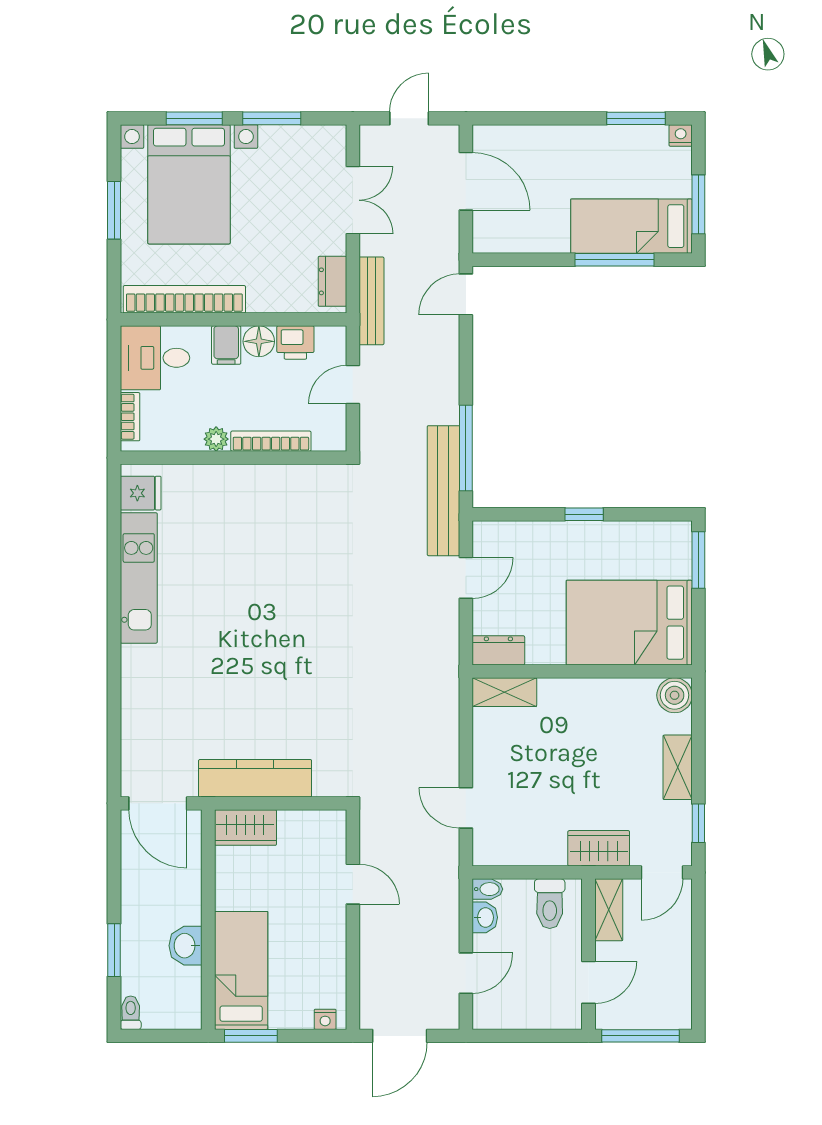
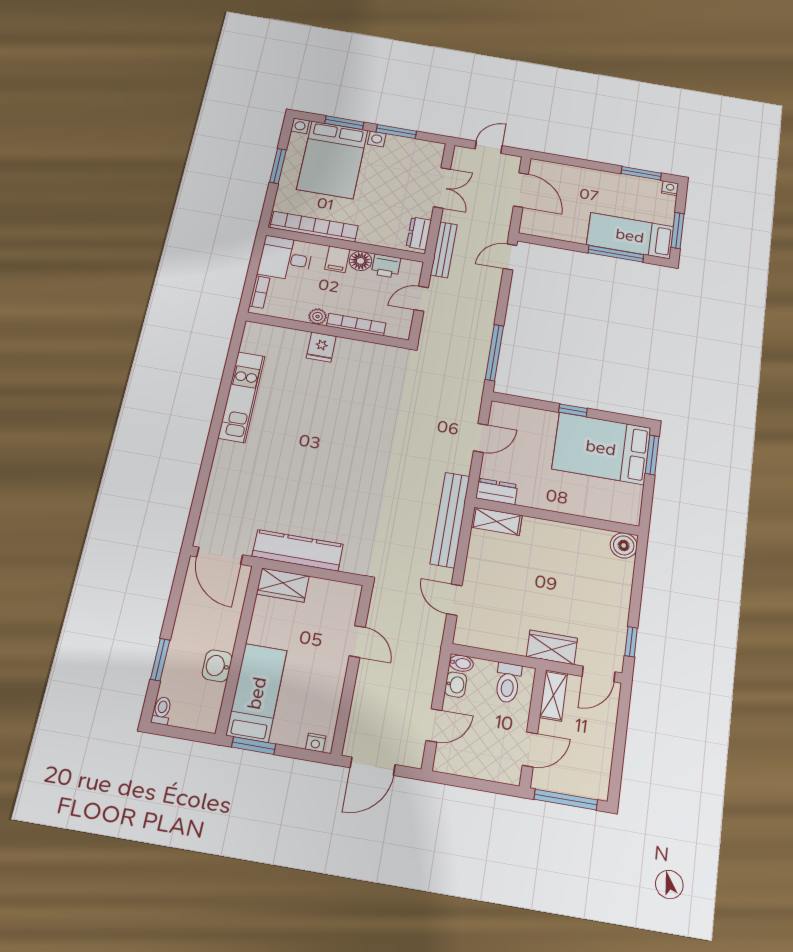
bench: (443, 491) -> (450, 520), moved
fridge: (141, 493) -> (321, 347), moved, turned 90
bed: (629, 623) -> (601, 448), moved
shelving: (678, 767) -> (620, 598), removed

